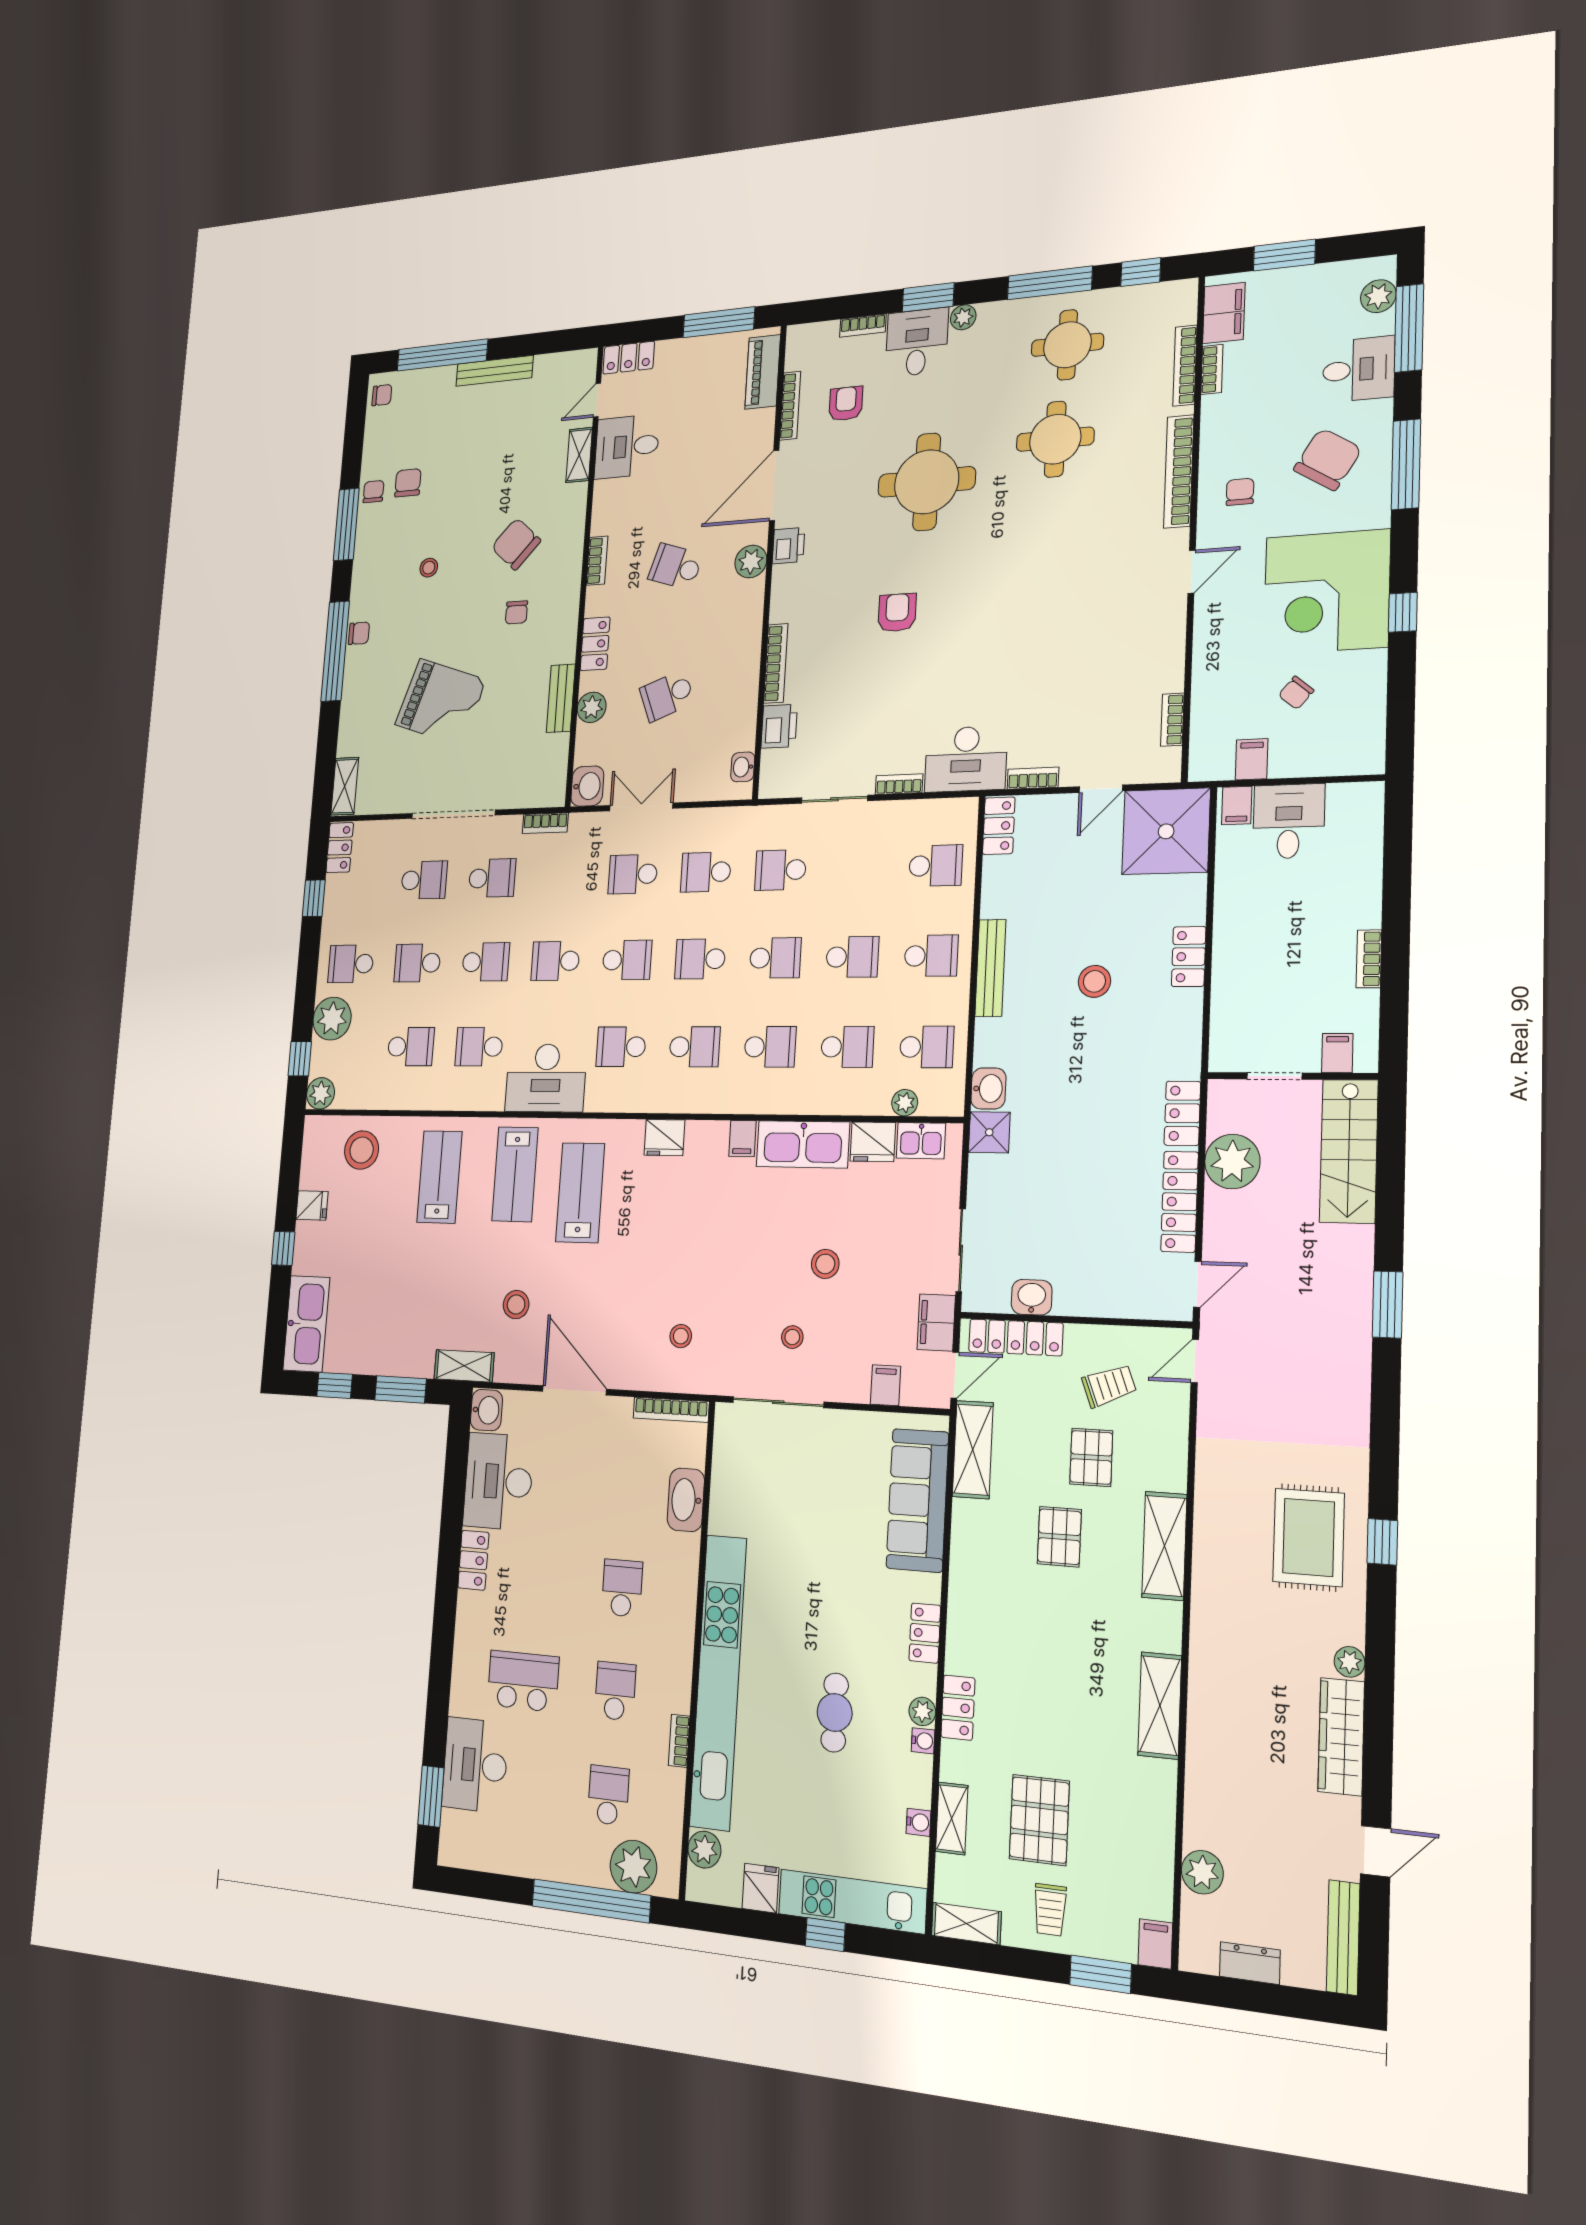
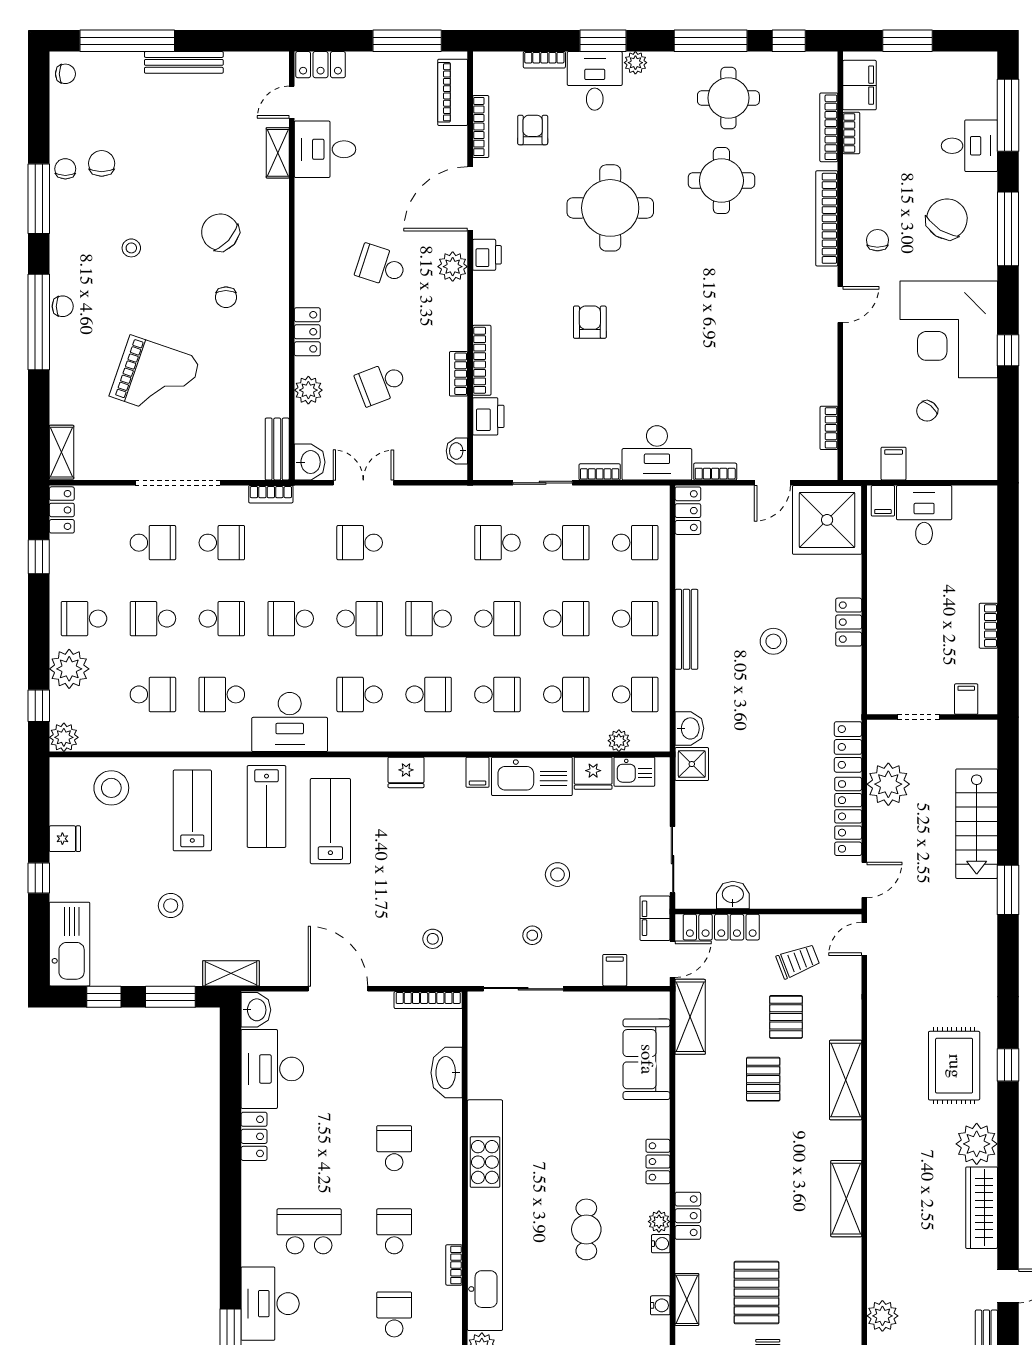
plant: (1378, 296) -> (983, 85), removed
bookcase: (597, 561) -> (459, 374), moved, turned 180
bench: (561, 698) -> (277, 449), moved
school desk: (706, 872) -> (566, 543), moved, turned 180
stairs: (1349, 1151) -> (977, 824), moved
stool: (516, 1305) -> (171, 906), moved
sofa: (917, 1500) -> (646, 1059), width x0.73
plant: (1350, 1662) -> (977, 1144), width x1.87, depth x1.87

